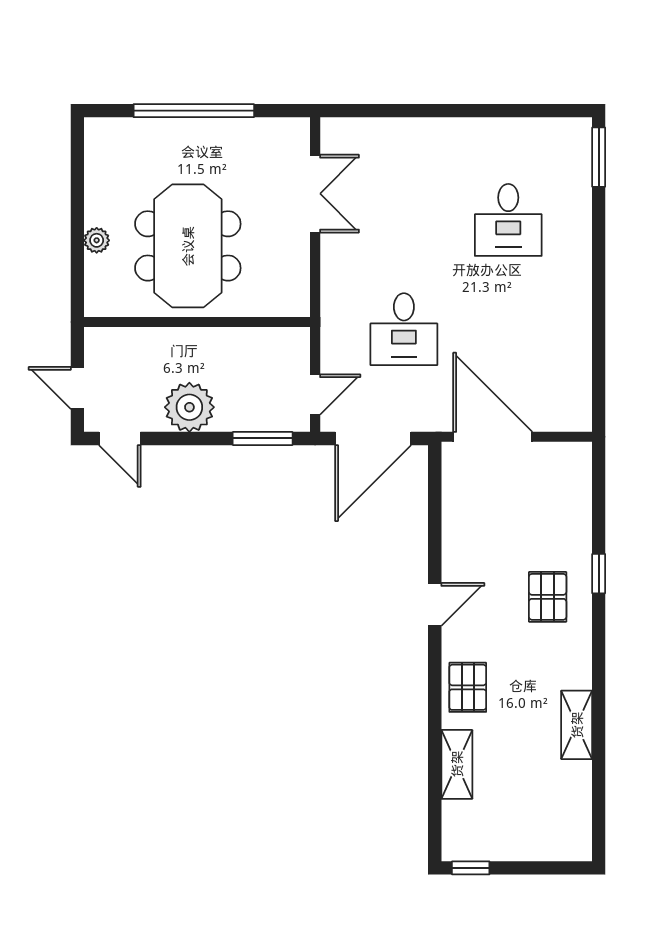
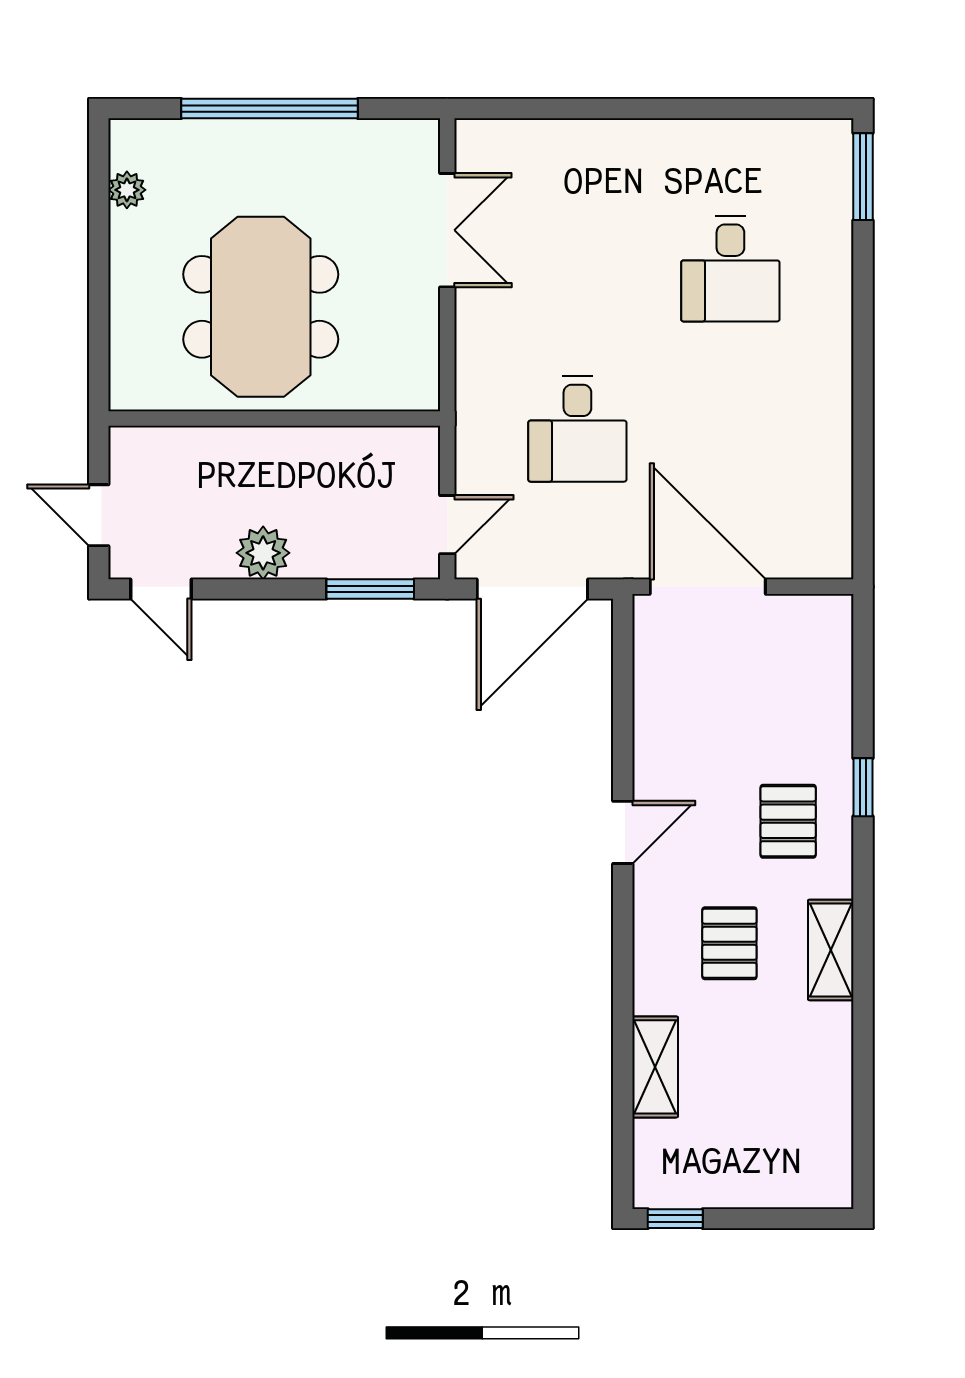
plant: (97, 240) -> (127, 190), moved
plant: (189, 407) -> (263, 553), width x0.73, depth x0.73
pallet: (468, 687) -> (729, 943), moved
shelving: (577, 725) -> (831, 950), moved

